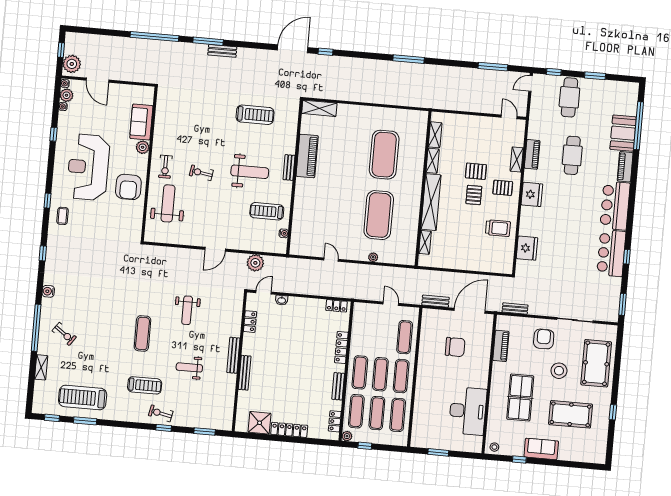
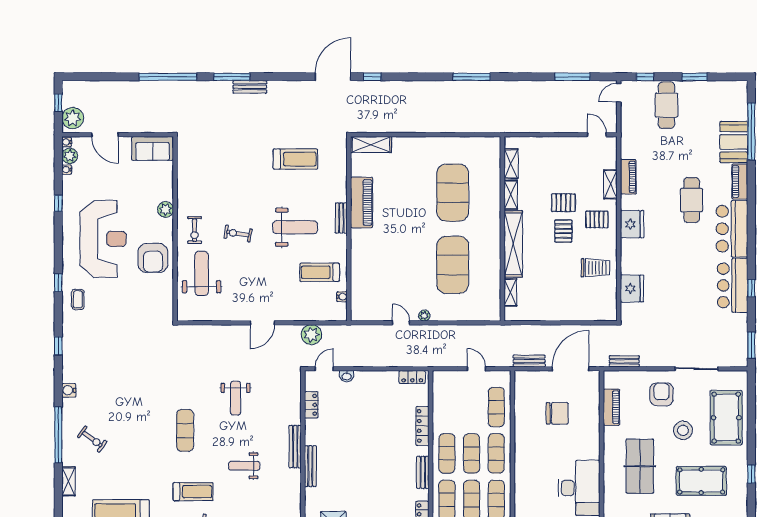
sofa: (141, 122) -> (153, 148), moved, turned -90
cafe table: (572, 155) -> (692, 200), moved
reception desk: (88, 167) -> (103, 239), turned 180
plant: (373, 257) -> (424, 316), moved

